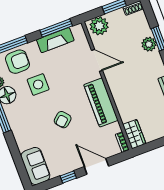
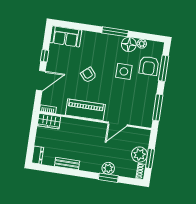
plant: (99, 26) -> (139, 155), moved
fireplace: (55, 40) -> (149, 102), removed

